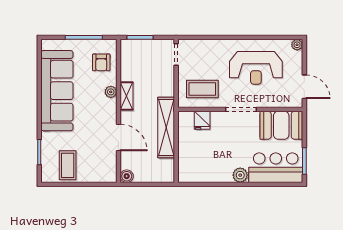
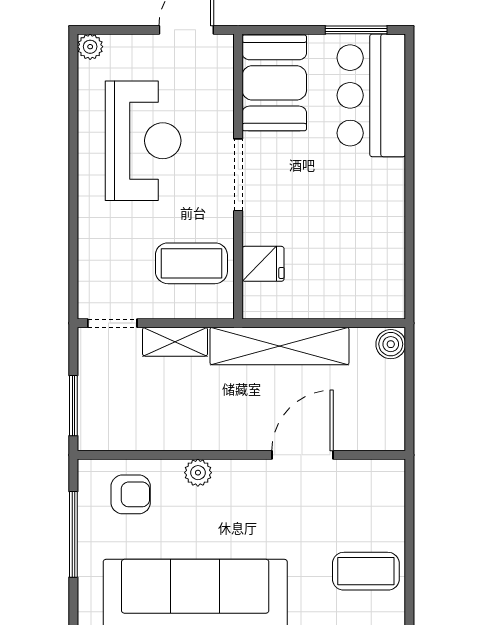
coffee table: (202, 89) -> (191, 263), turned 90
shelving: (127, 96) -> (175, 342), moved
plant: (240, 175) -> (388, 177), removed
boiler: (127, 176) -> (391, 344), moved

